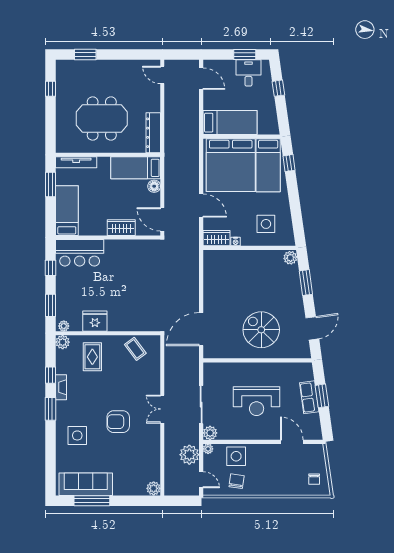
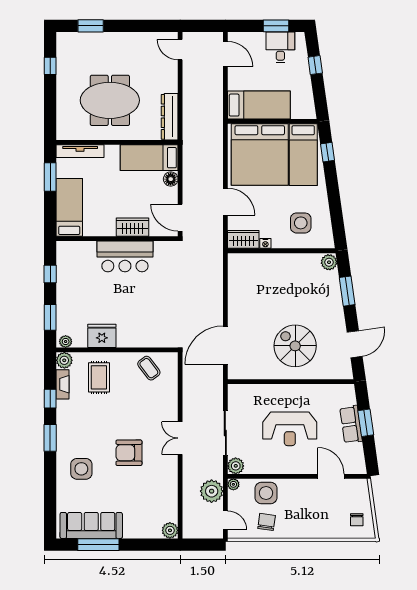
bar counter: (80, 253) -> (125, 256), moved
fireplace: (61, 387) -> (62, 384), moved

